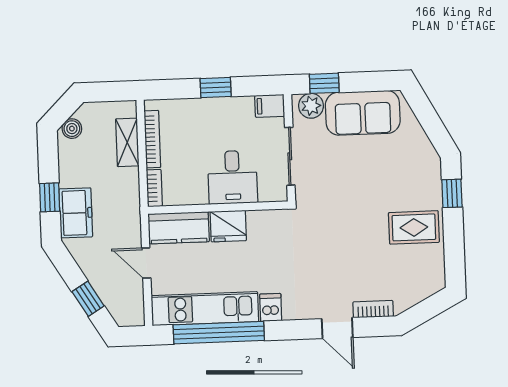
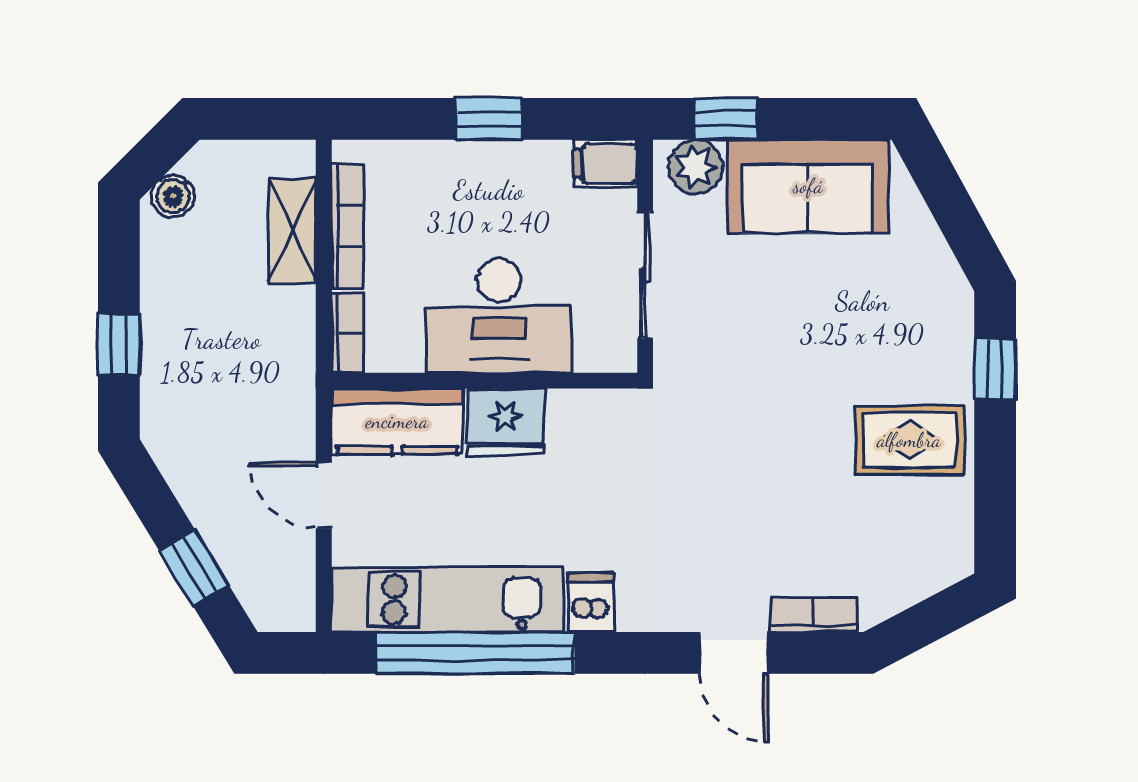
desk: (233, 177) -> (499, 316), width x1.37
freezer: (76, 213) -> (174, 380), removed

